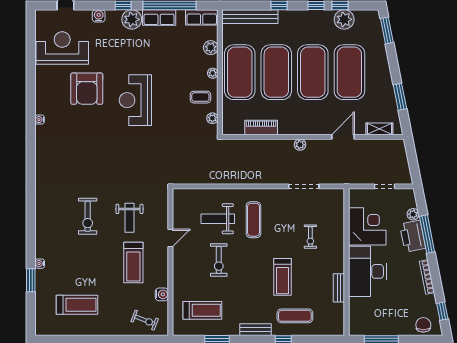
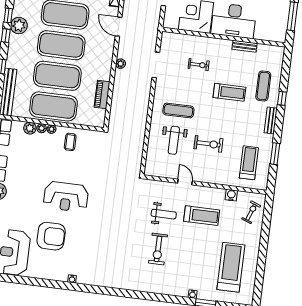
plant: (344, 19) -> (19, 26), moved
plant: (212, 118) -> (42, 128), moved
exercise bike: (88, 216) -> (158, 249), turned 90
treadmill: (77, 305) -> (231, 267), width x1.37, depth x1.38

